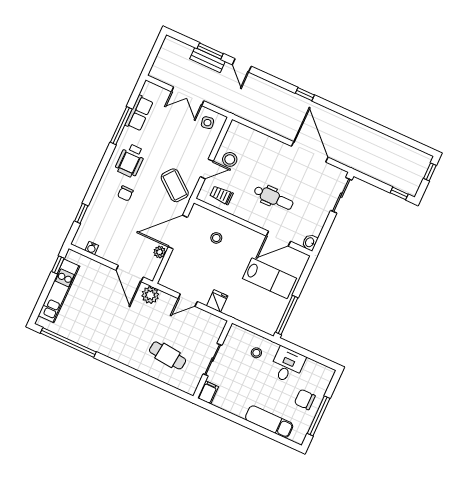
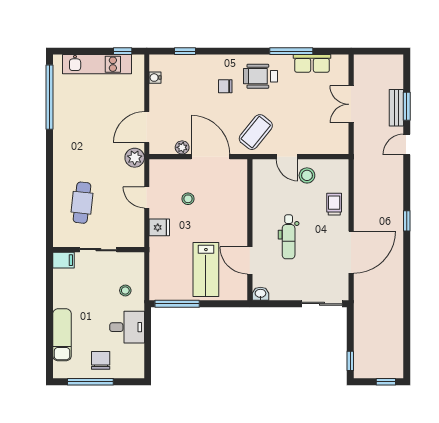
side table: (207, 123) -> (334, 136), removed
trolley: (221, 195) -> (334, 204), moved
stool: (216, 238) -> (188, 199), moved

